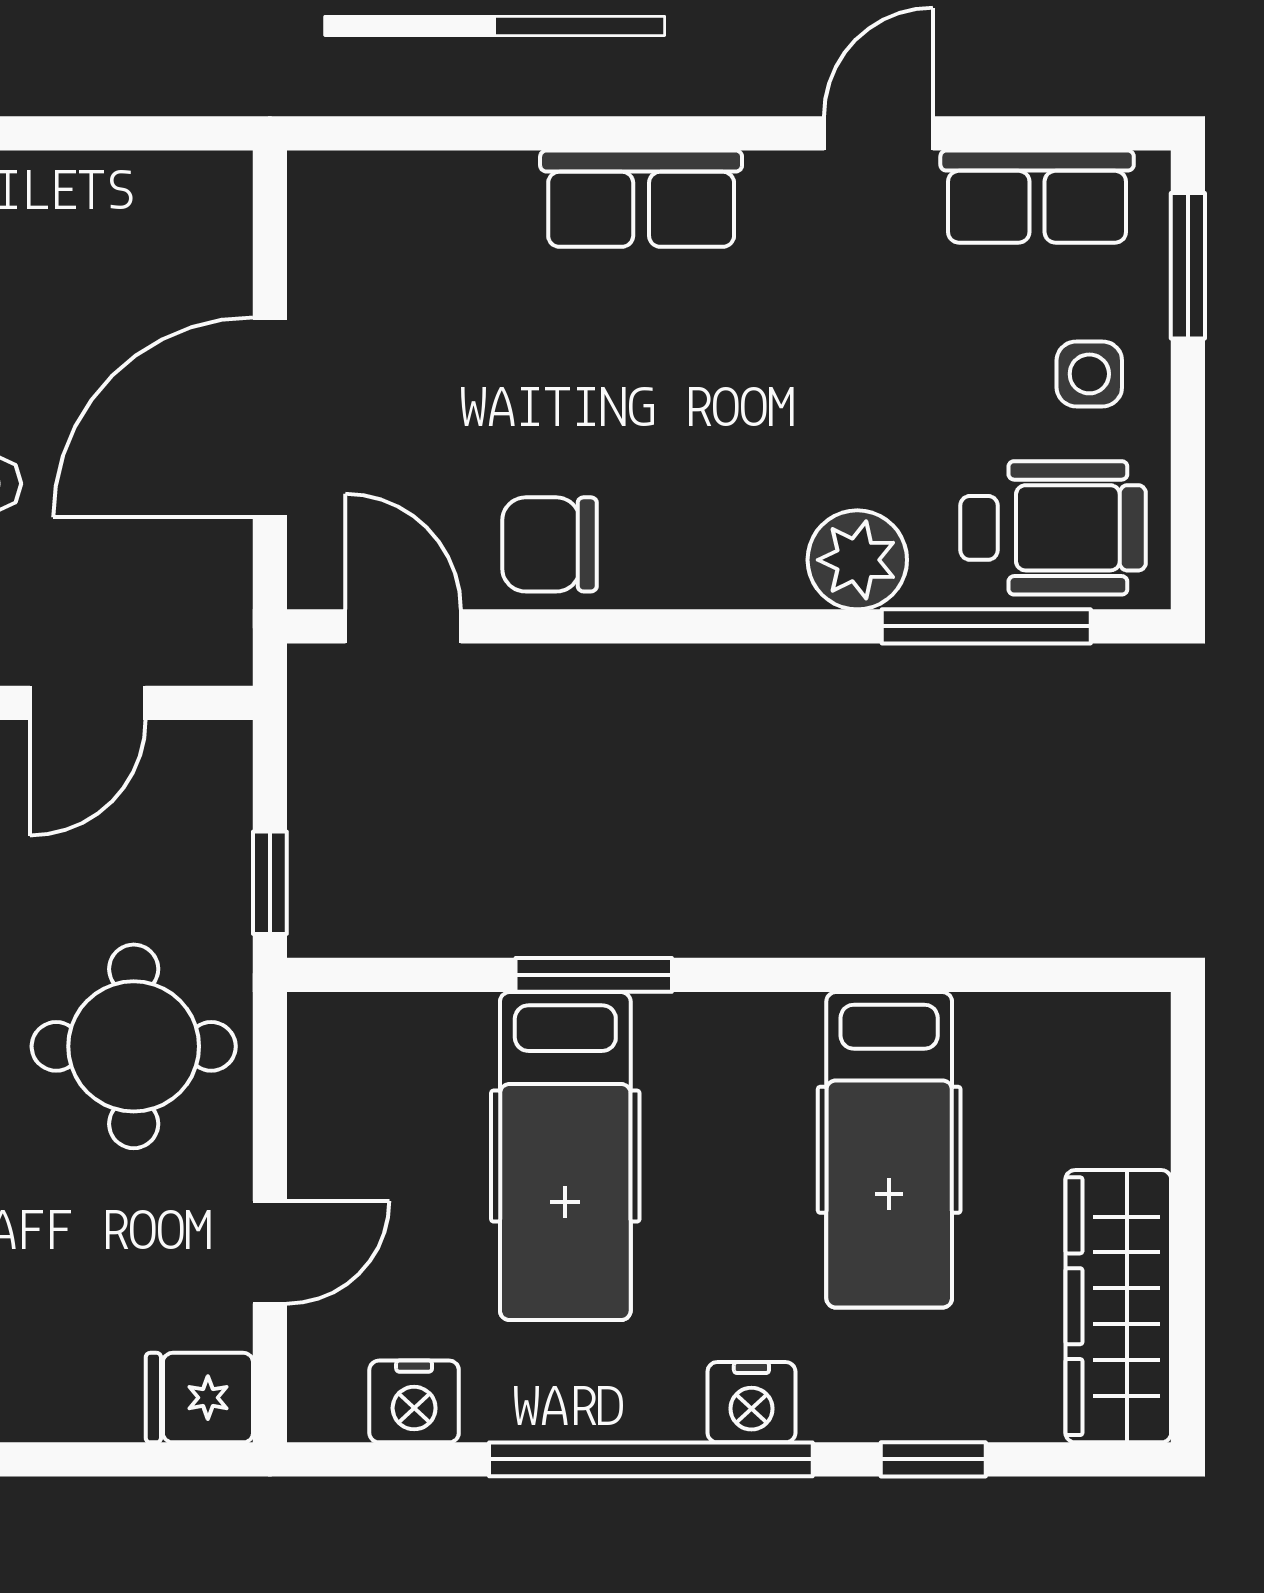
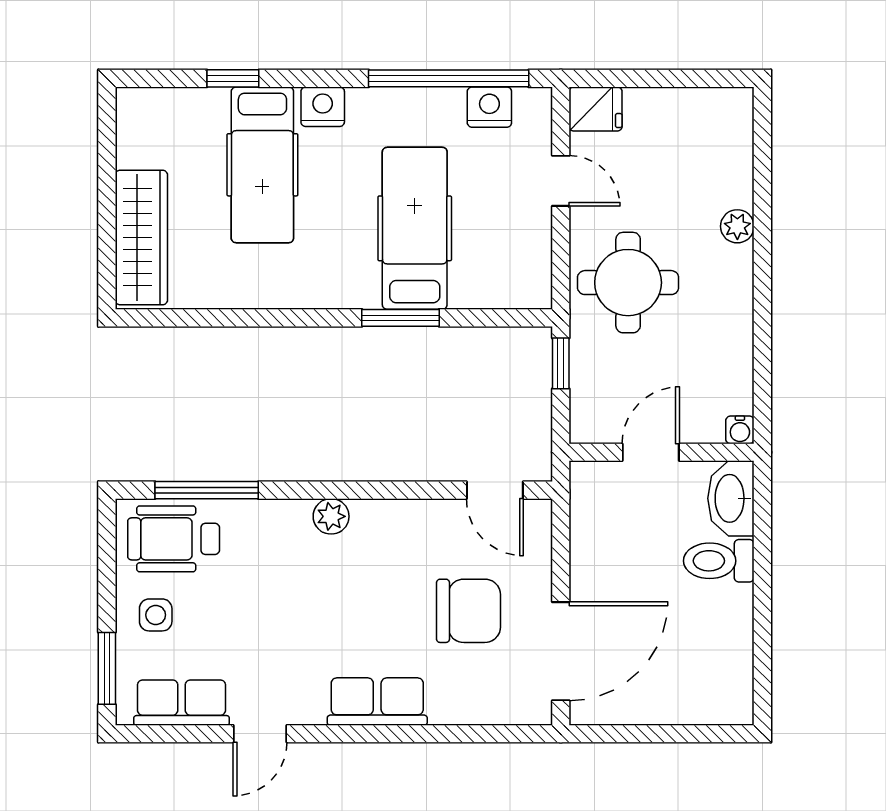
door: (270, 417) -> (561, 651), moved
chair: (549, 544) -> (468, 611), moved, width x1.37, depth x1.37
plant: (857, 560) -> (331, 516), moved, width x0.73, depth x0.73
hospital bed: (889, 1150) -> (262, 165), moved, turned 180
door: (270, 1252) -> (561, 181), swing flipped
wardrobe: (1118, 1306) -> (141, 237), moved
window: (651, 1459) -> (449, 78), moved

